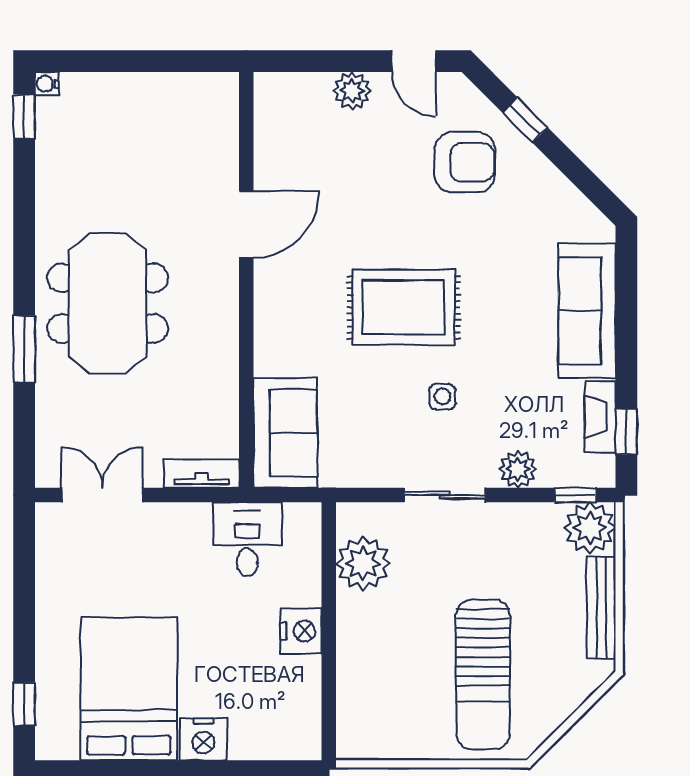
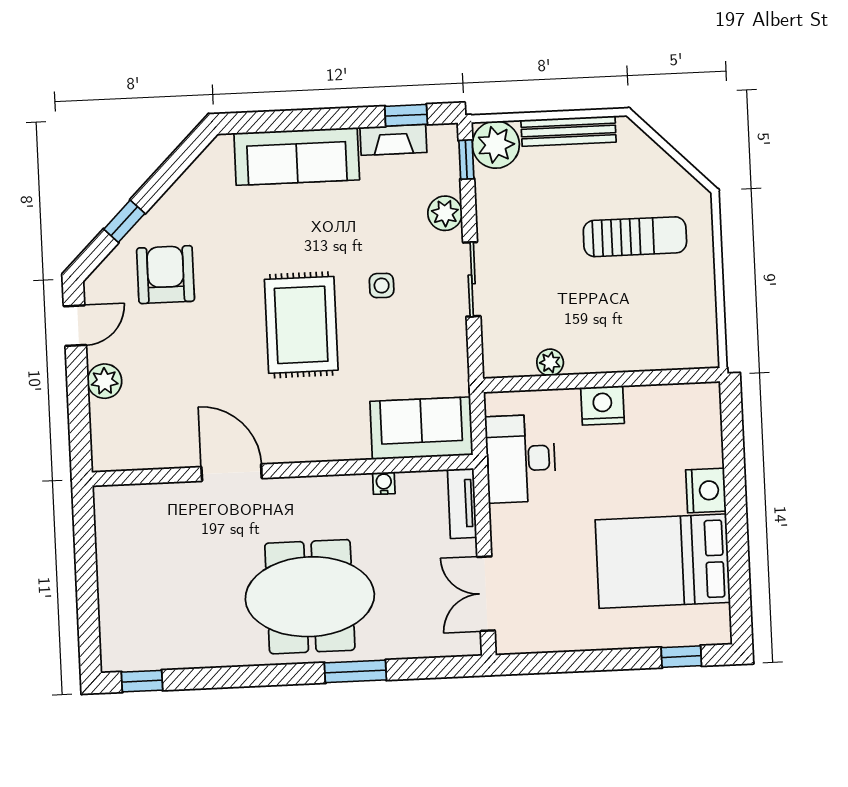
water cooler: (47, 84) -> (384, 483), moved, turned 180
desk: (247, 539) -> (520, 459), width x1.37
plant: (363, 563) -> (550, 362), width x0.53, depth x0.53
sun lounger: (483, 675) -> (635, 237), width x0.73, depth x0.75

